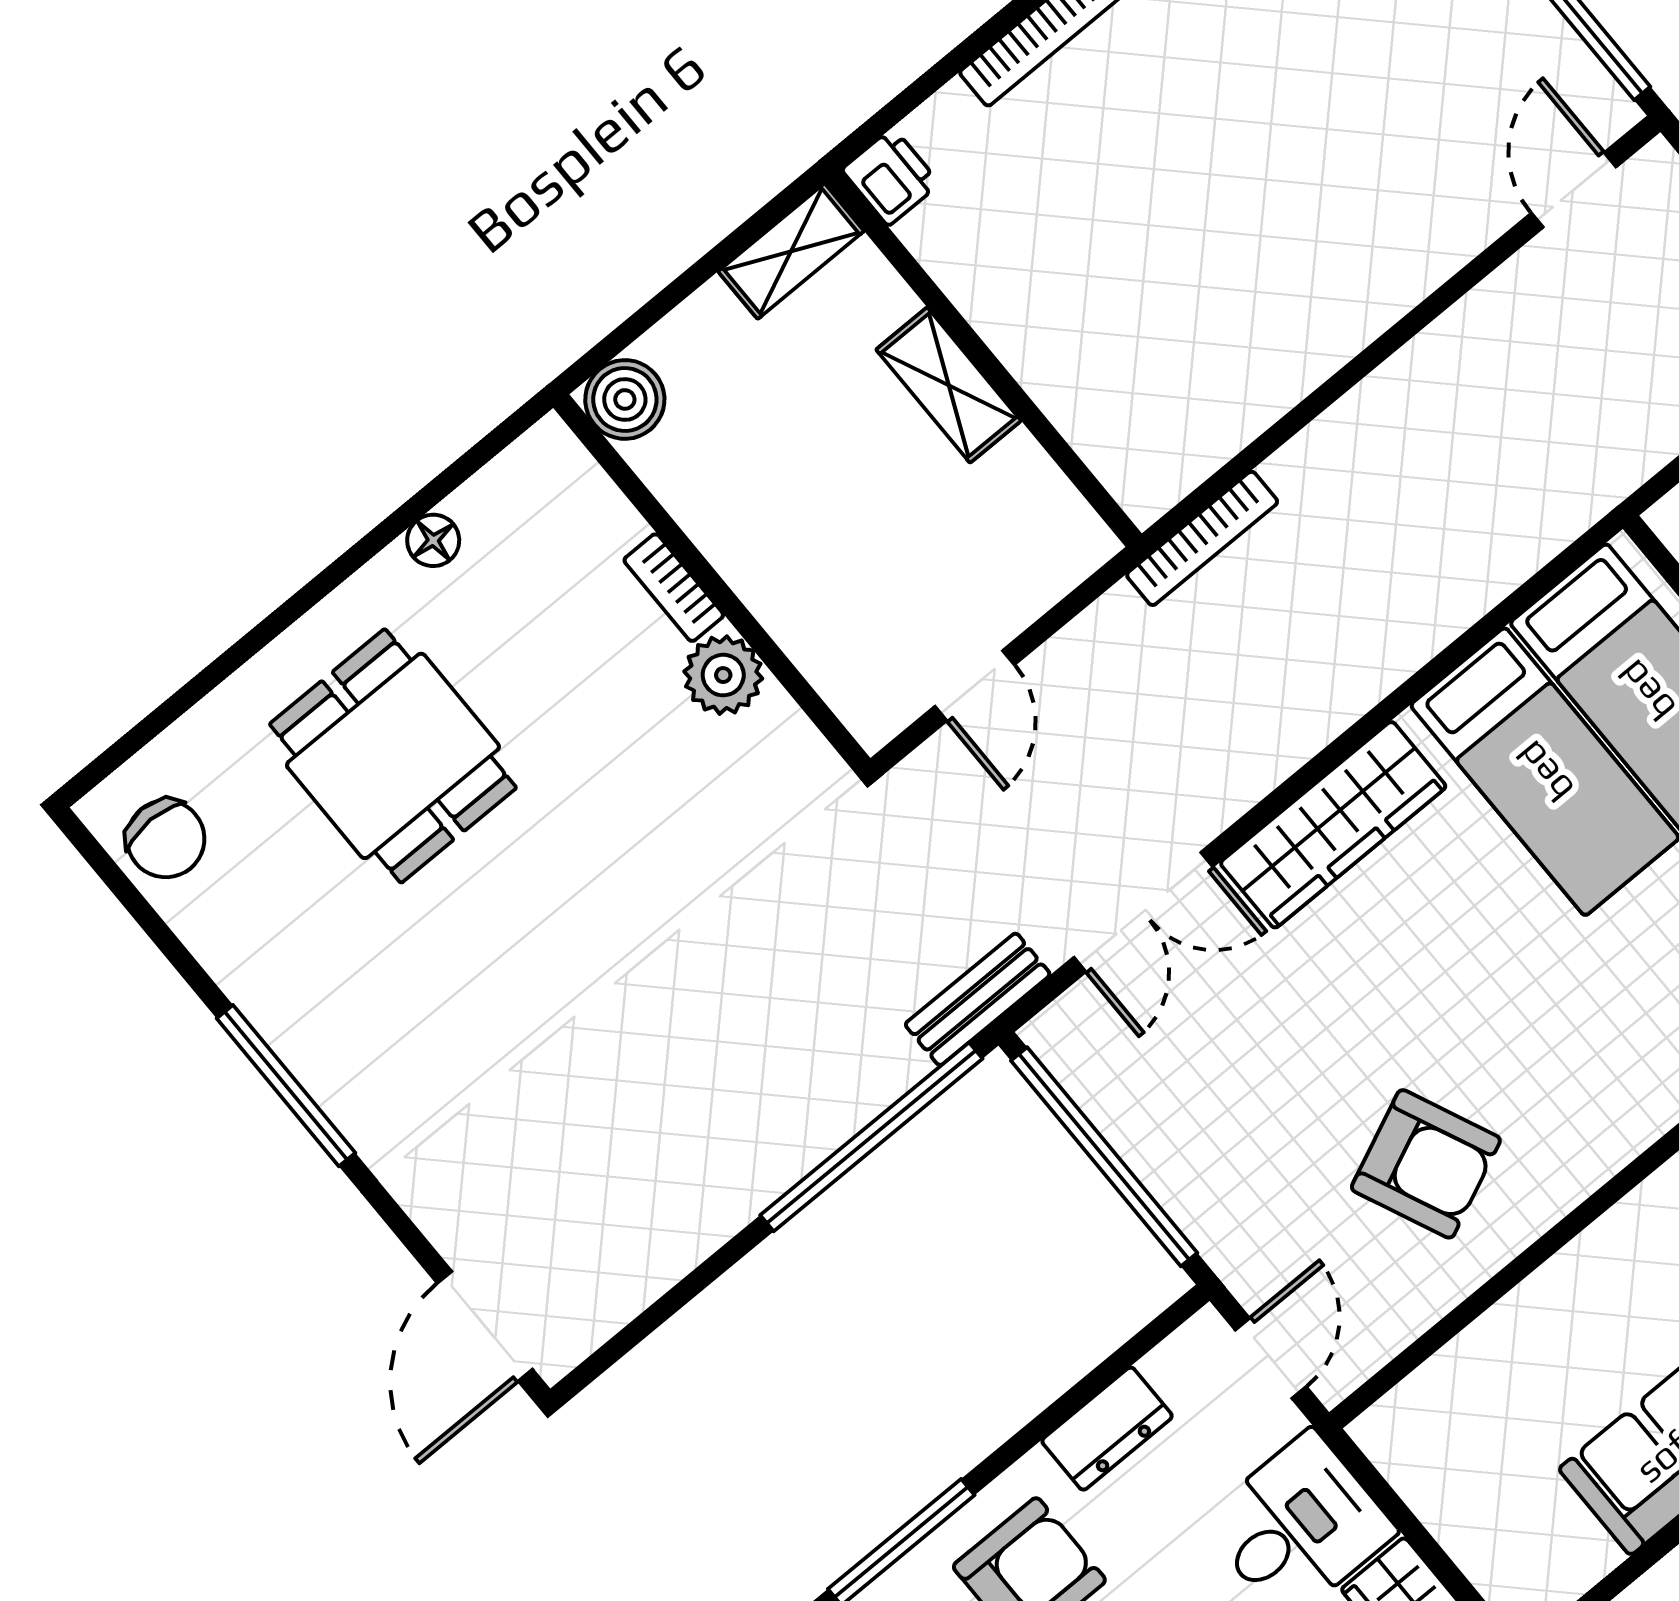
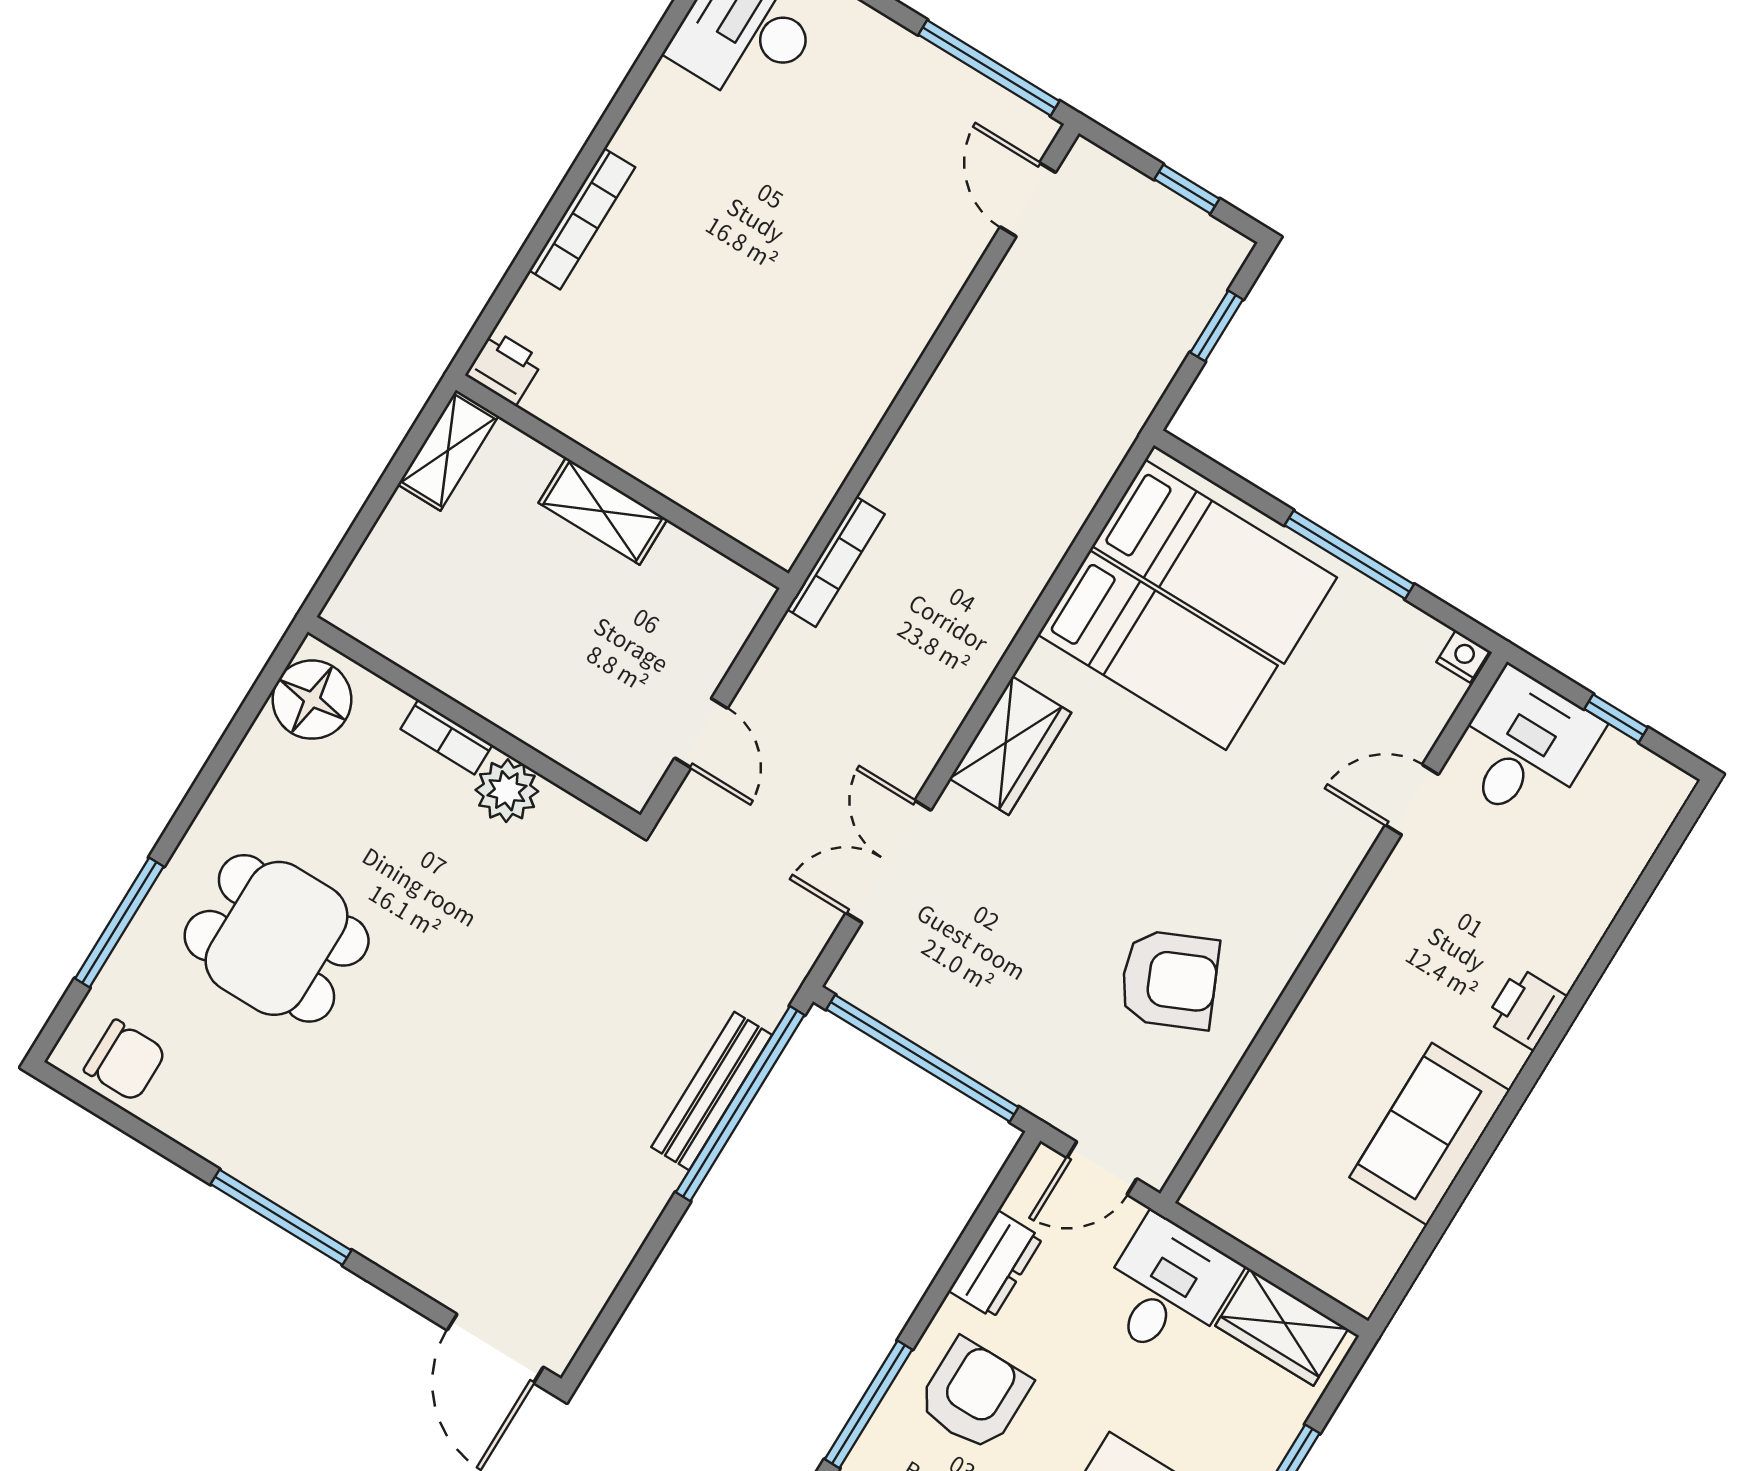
boiler: (625, 399) -> (360, 607), removed
floor lamp: (433, 540) -> (312, 700), moved, width x1.89, depth x1.89
window: (214, 674) -> (119, 923), added
wardrobe: (1333, 825) -> (1010, 746), width x0.67
double door: (1143, 912) -> (888, 862), swing flipped
bench: (978, 999) -> (712, 1091), moved, width x1.36
door: (1271, 1358) -> (1102, 1168), swing flipped

